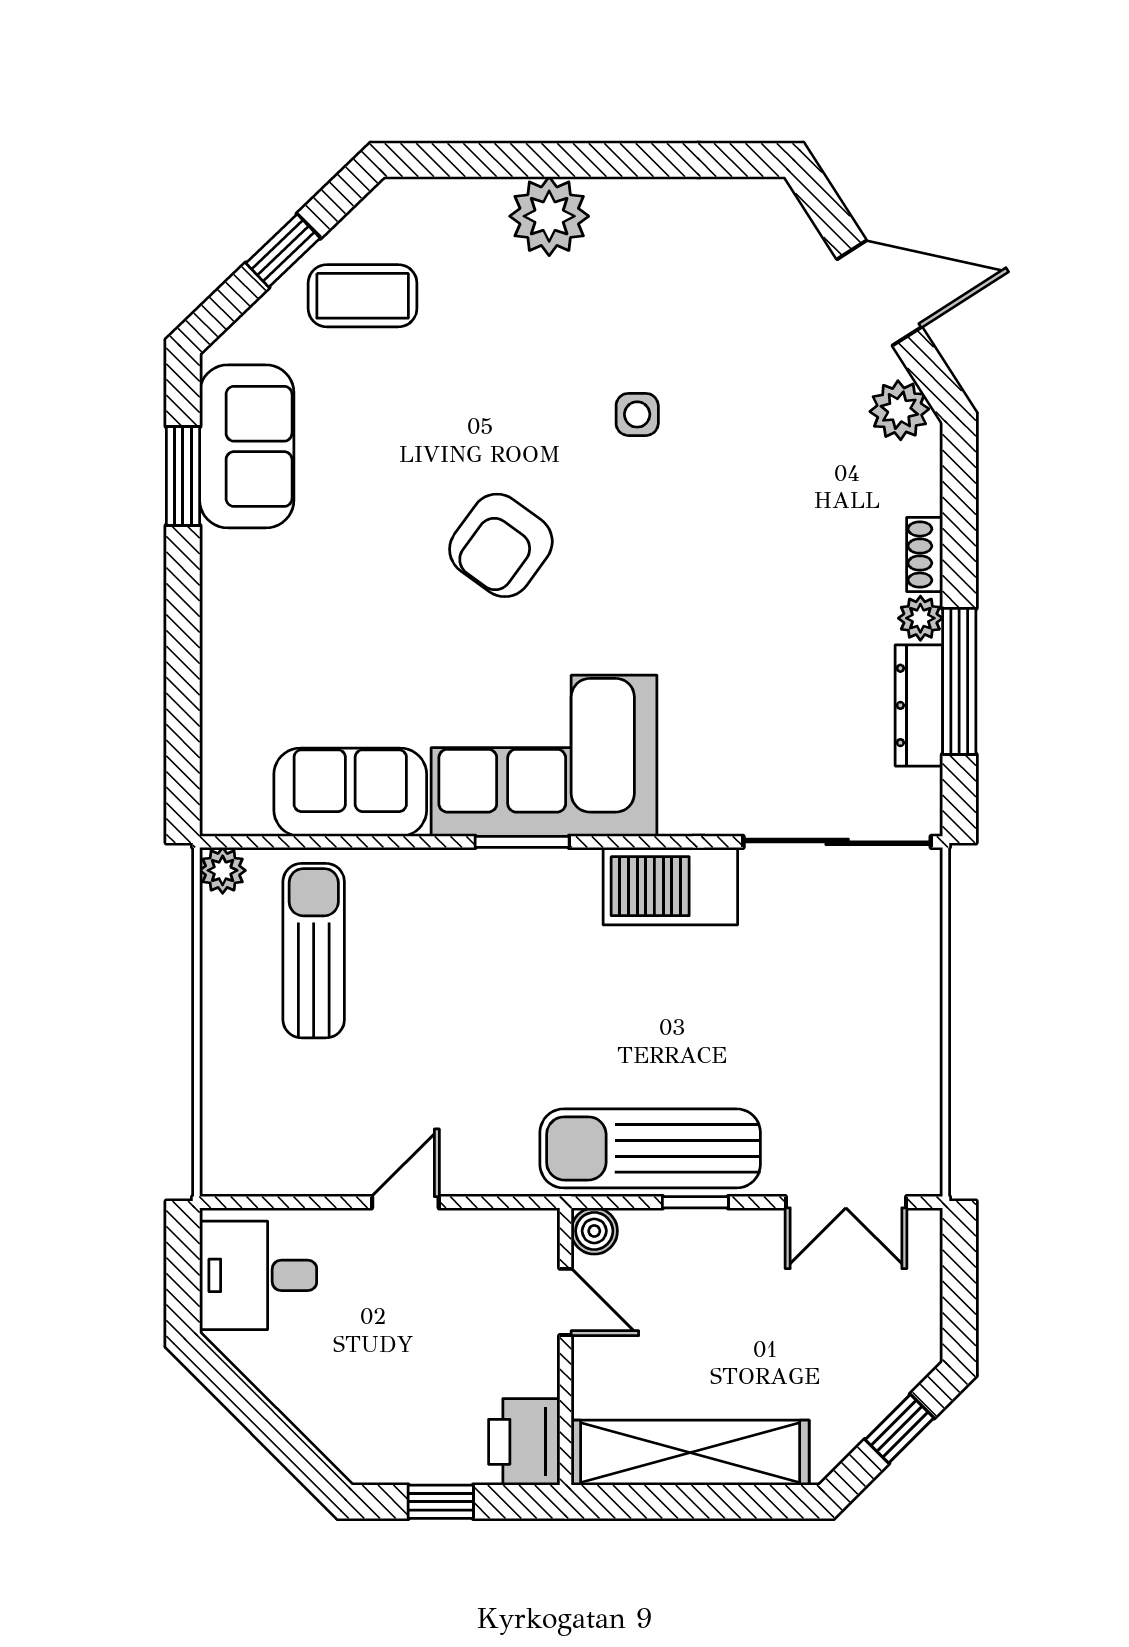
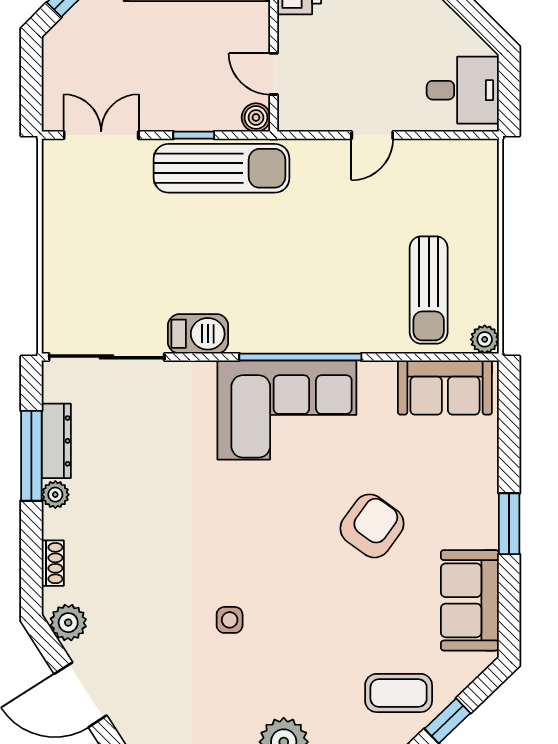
window: (183, 476) -> (509, 524), moved
armchair: (501, 545) -> (372, 526), moved
shoe rack: (925, 555) -> (53, 563), moved
sofa: (350, 792) -> (445, 388), moved
window: (522, 842) -> (300, 357), width x2.11
barbecue: (670, 886) -> (198, 334), width x0.73, depth x0.83

